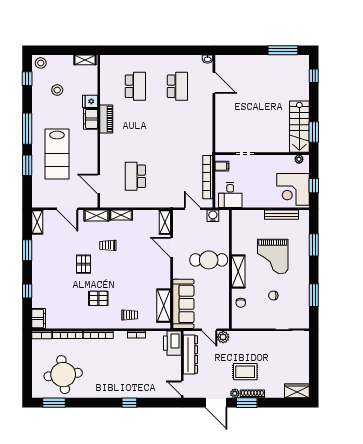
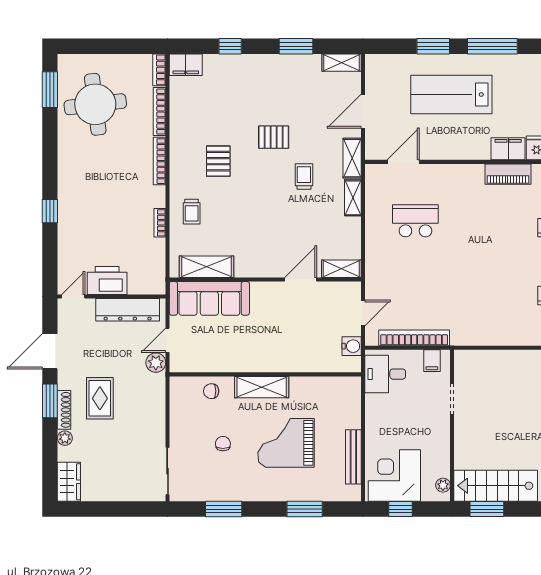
cafe table: (209, 260) -> (280, 339), removed
printer: (172, 343) -> (107, 281), moved
plant: (235, 393) -> (65, 438), moved

